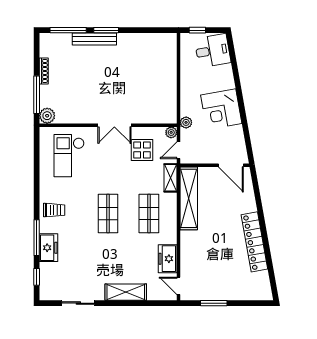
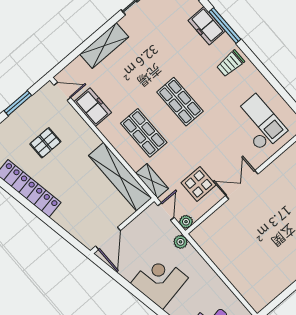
door: (231, 165) -> (108, 238), swing flipped
pallet: (218, 262) -> (45, 143), added

